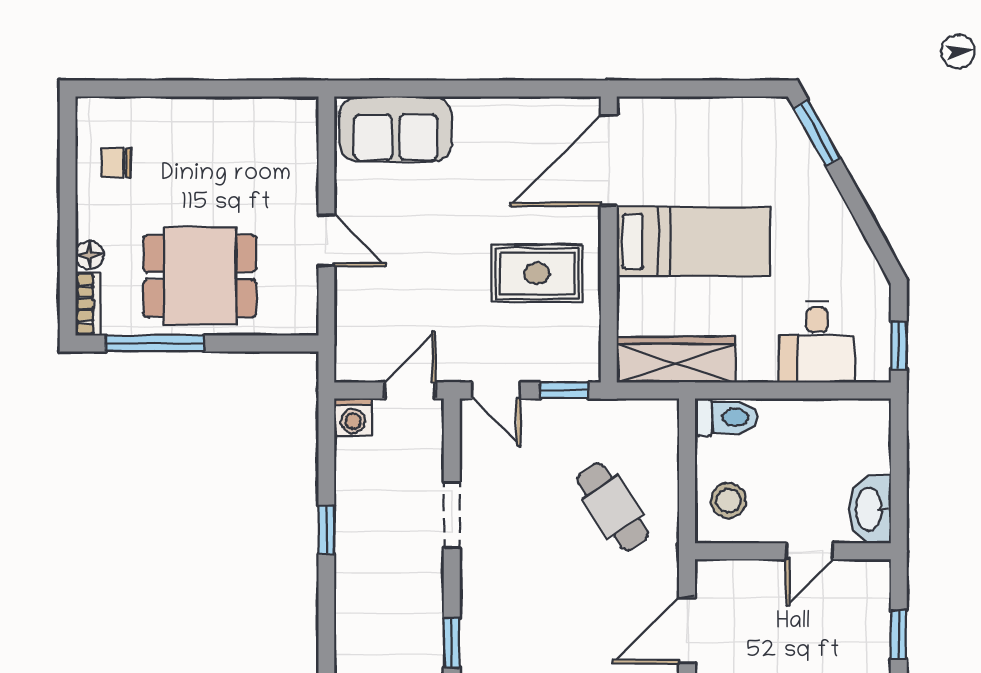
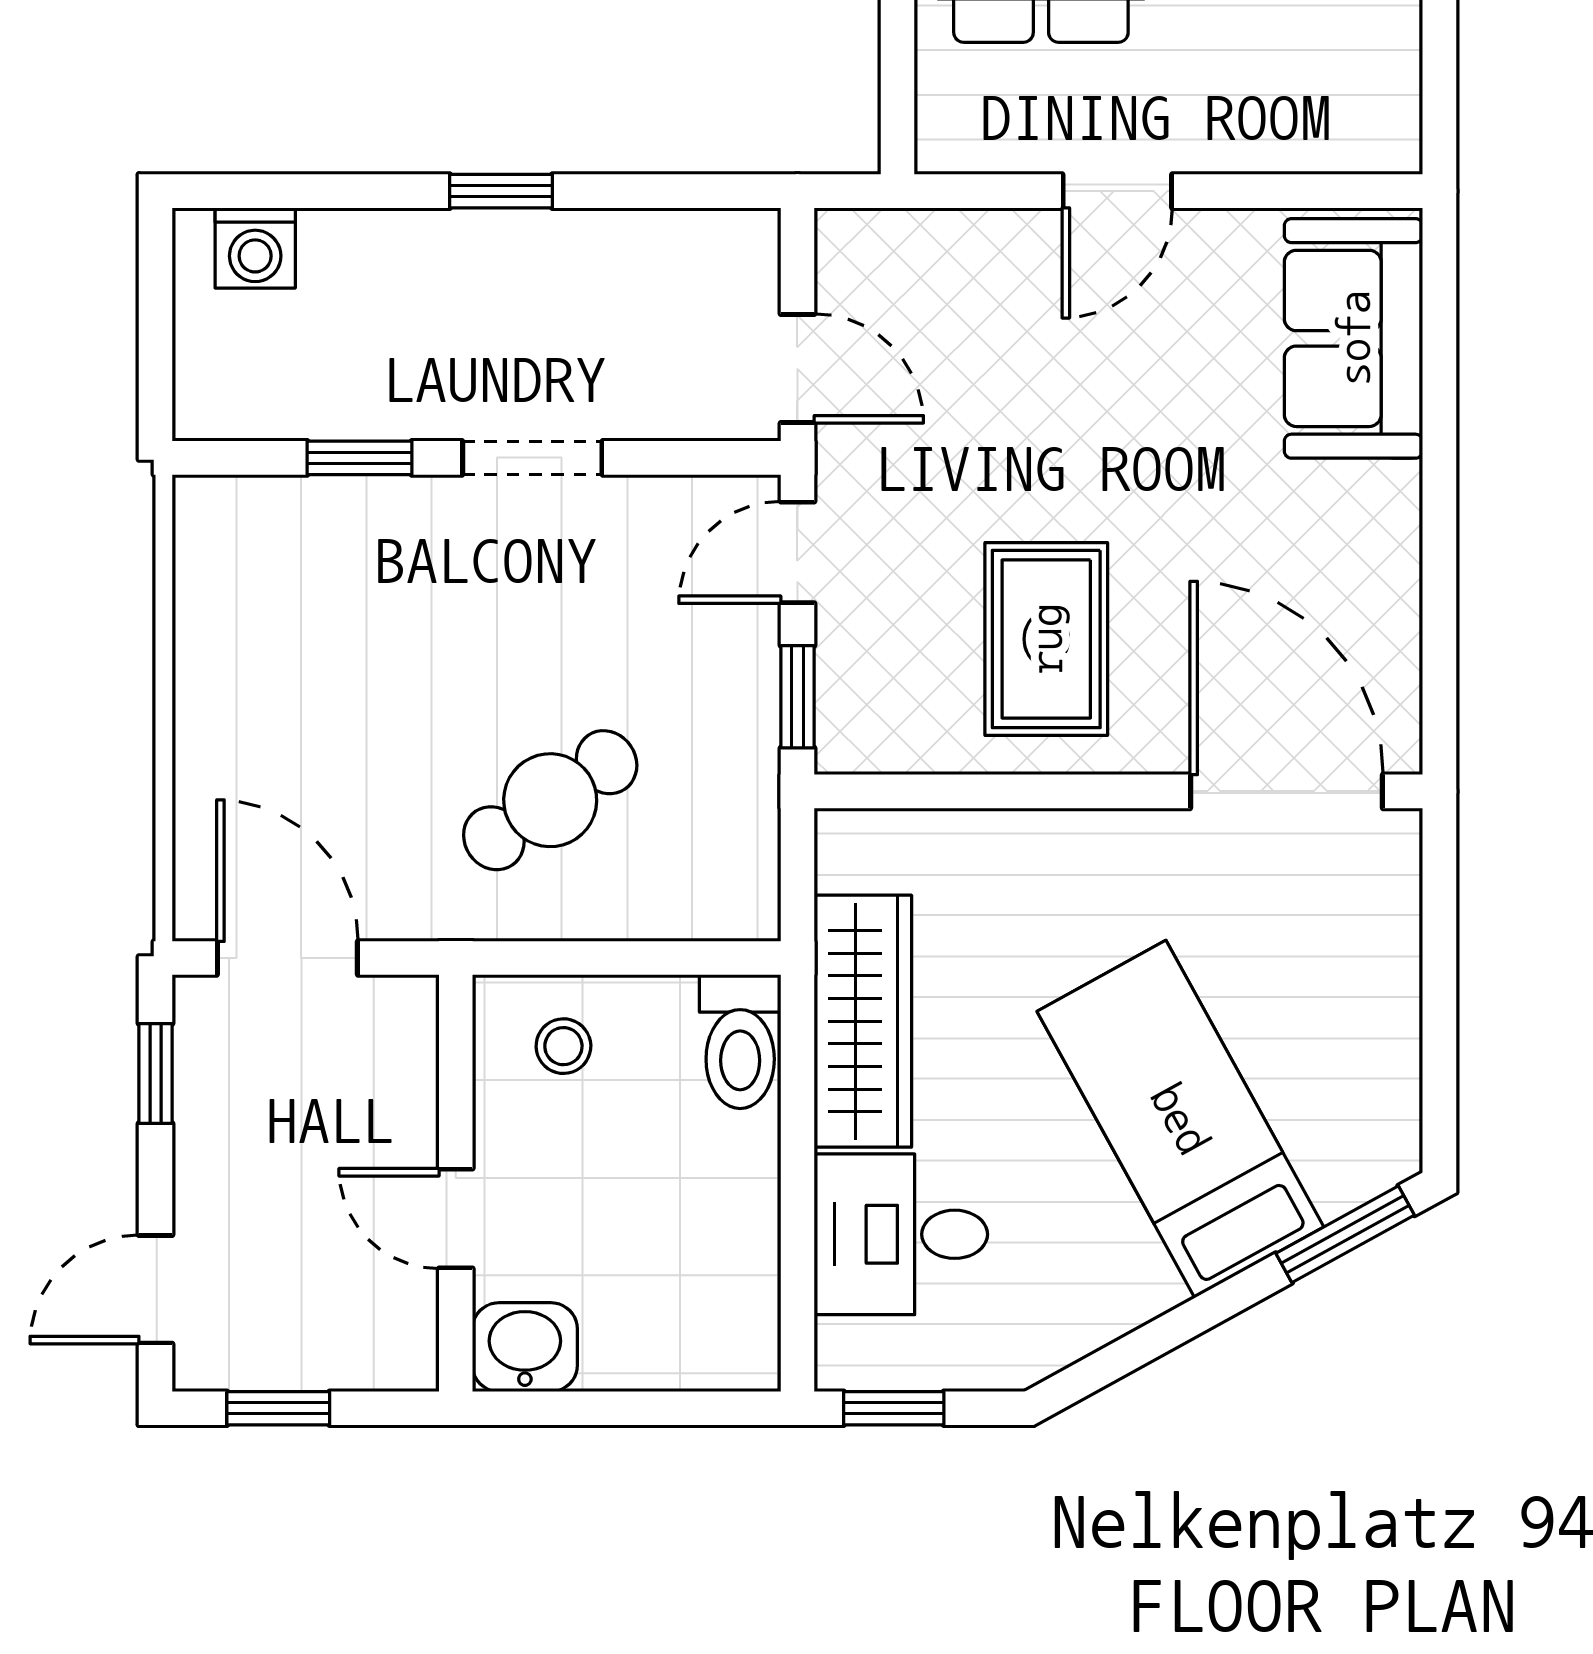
bed: (693, 241) -> (1180, 1119), moved, turned 151
wardrobe: (676, 360) -> (863, 1021), moved
washing machine: (353, 417) -> (255, 248), moved, turned -90
stool: (728, 501) -> (563, 1046), width x0.73, depth x0.73
washbasin: (870, 509) -> (525, 1347), width x0.72
window: (452, 643) -> (359, 458), moved

